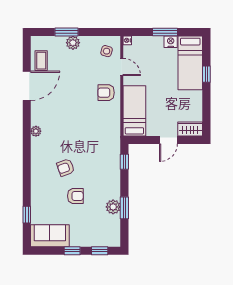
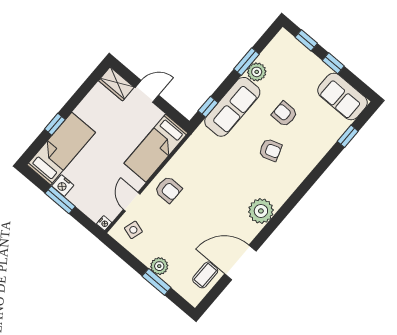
plant: (36, 131) -> (261, 211), width x1.88, depth x1.88
sofa: (110, 174) -> (232, 107), added

